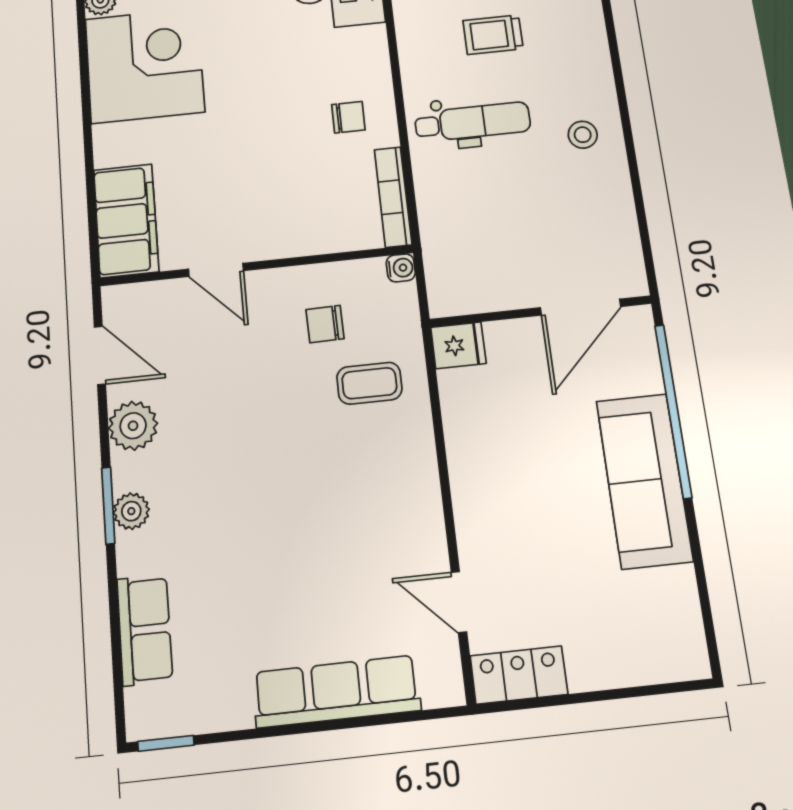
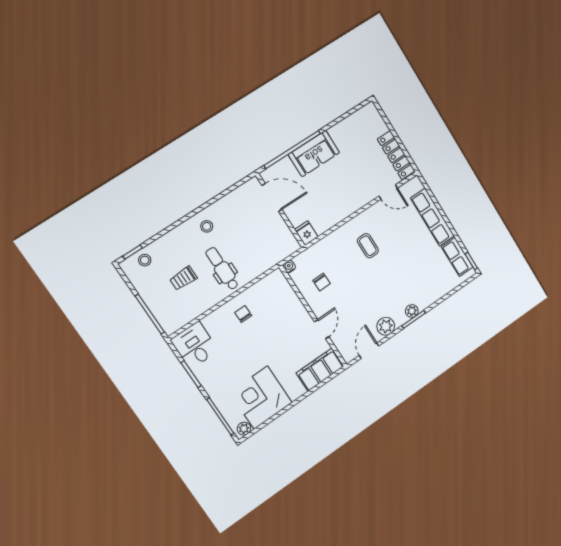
trolley: (493, 35) -> (183, 278), turned 90
bookcase: (393, 197) -> (265, 282), removed
coffee table: (369, 383) -> (368, 246), moved
sofa: (644, 480) -> (314, 154), width x0.73
door: (459, 602) -> (388, 192), hinge flipped
row of seats: (145, 630) -> (457, 257), moved, turned -90
locker: (519, 675) -> (396, 155), width x1.53

